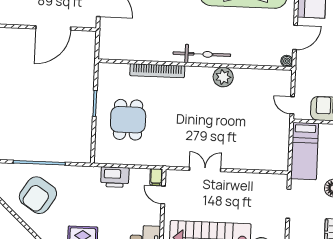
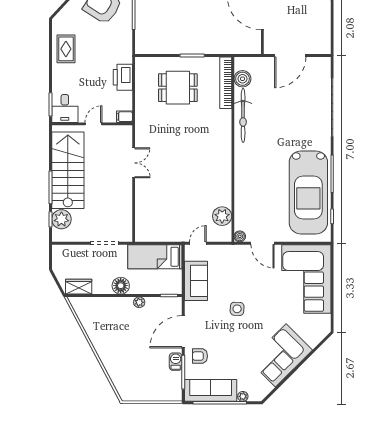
boiler: (121, 51) -> (242, 79), added
bicycle: (202, 54) -> (243, 115), moved
bookcase: (157, 71) -> (226, 83), moved
plant: (223, 77) -> (222, 216), moved
door: (163, 195) -> (93, 124), moved

